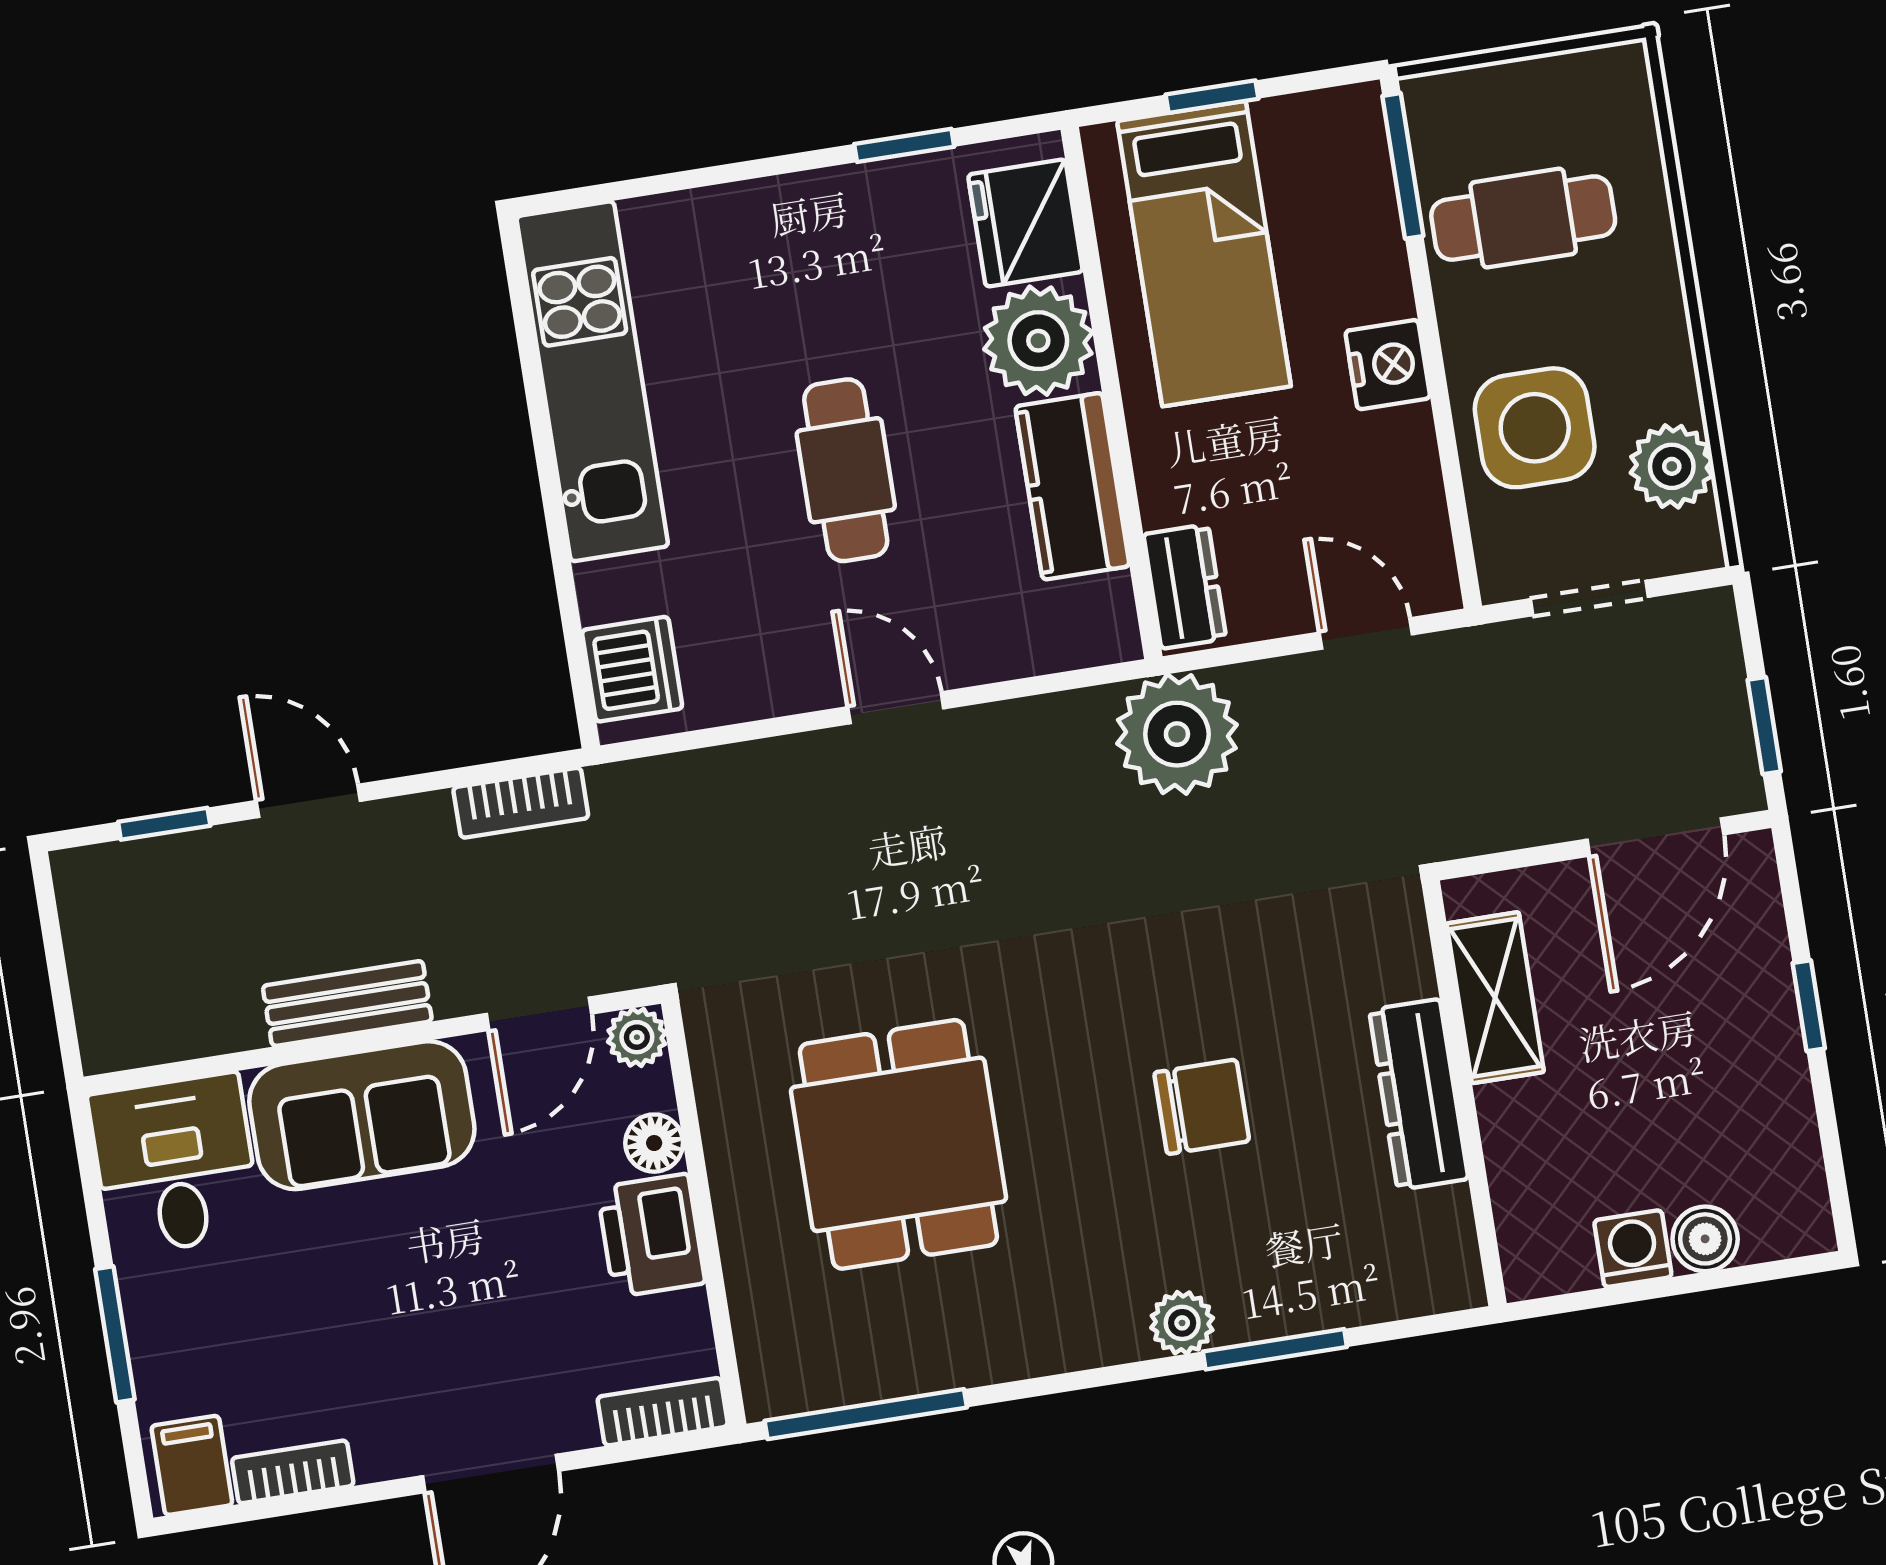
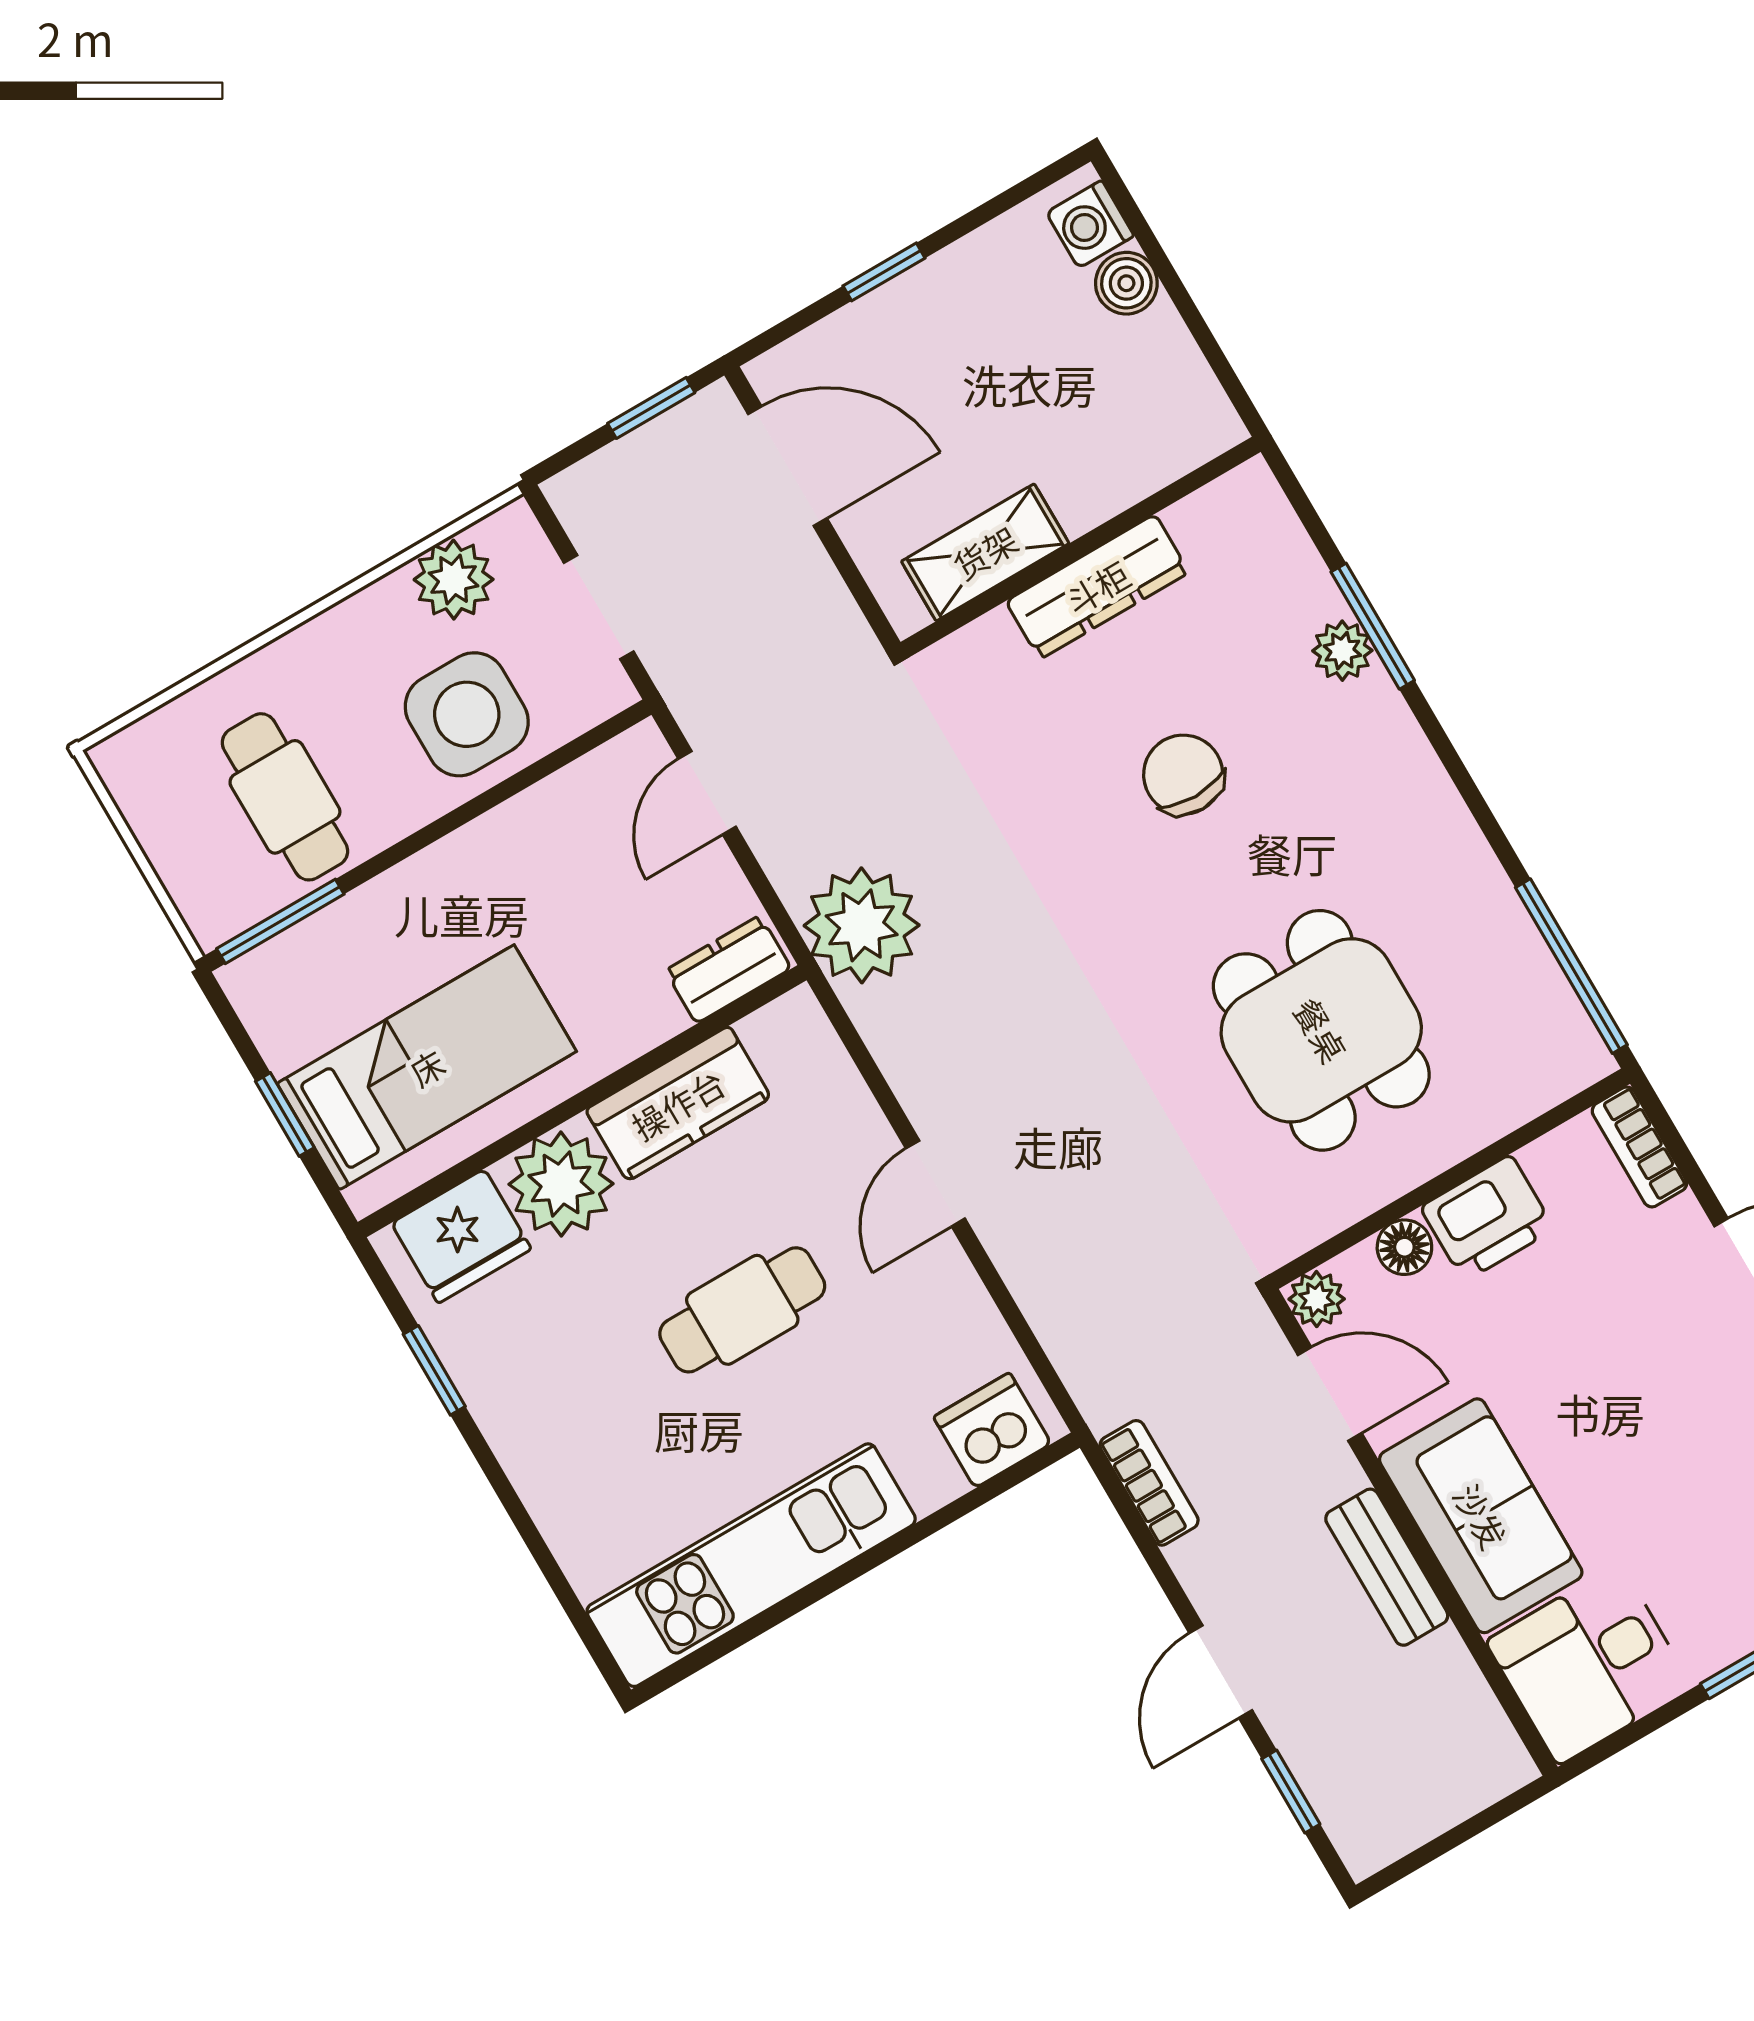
nightstand: (1388, 365) -> (462, 866), removed
dining table: (898, 1144) -> (1321, 1030), turned 90
washing machine: (1633, 1249) -> (1090, 224), moved
plant: (1182, 1323) -> (1342, 651), moved

